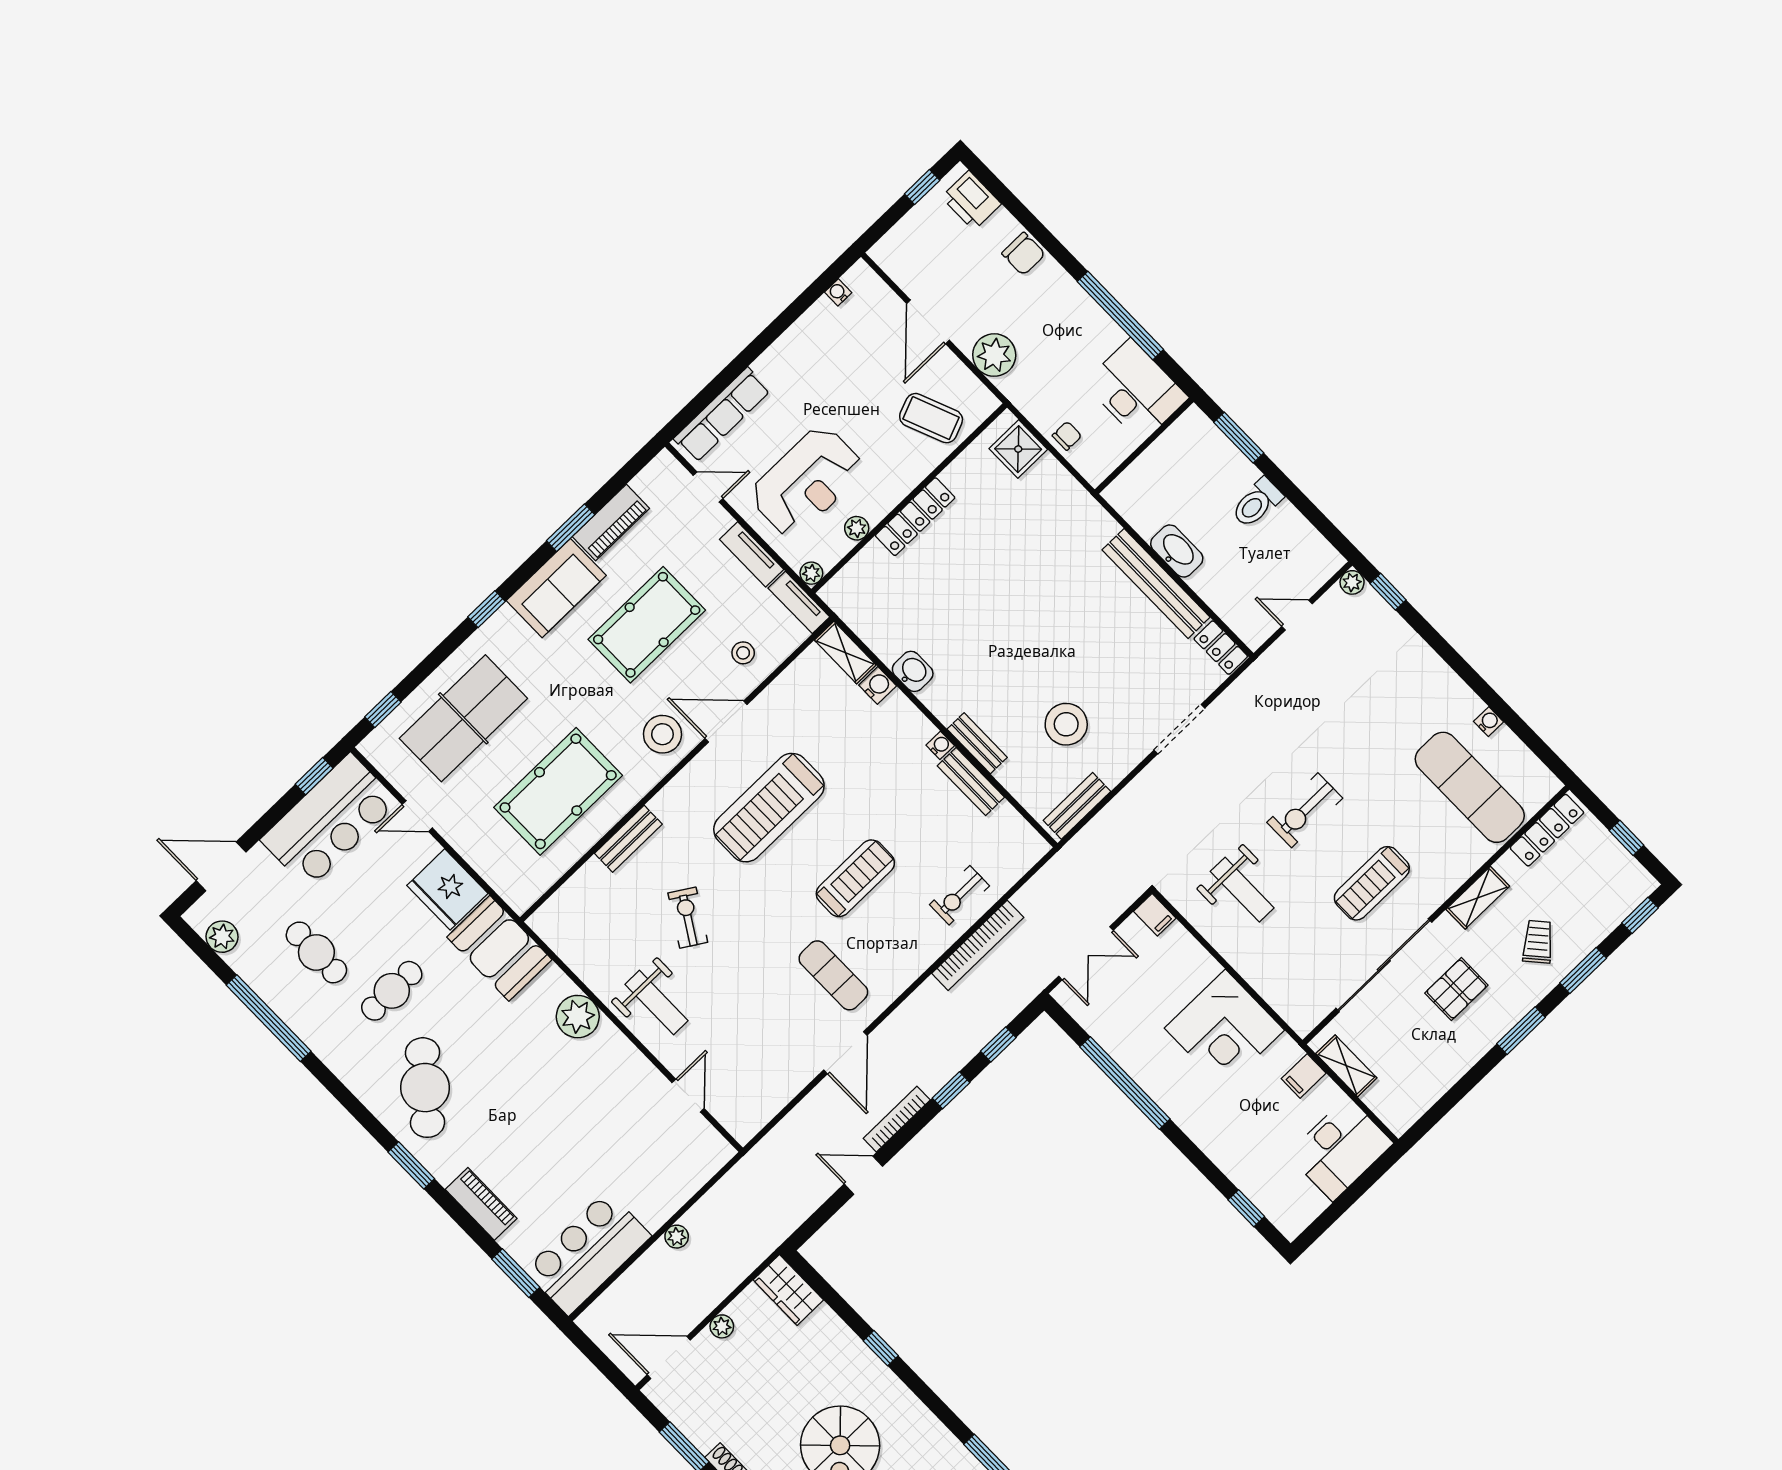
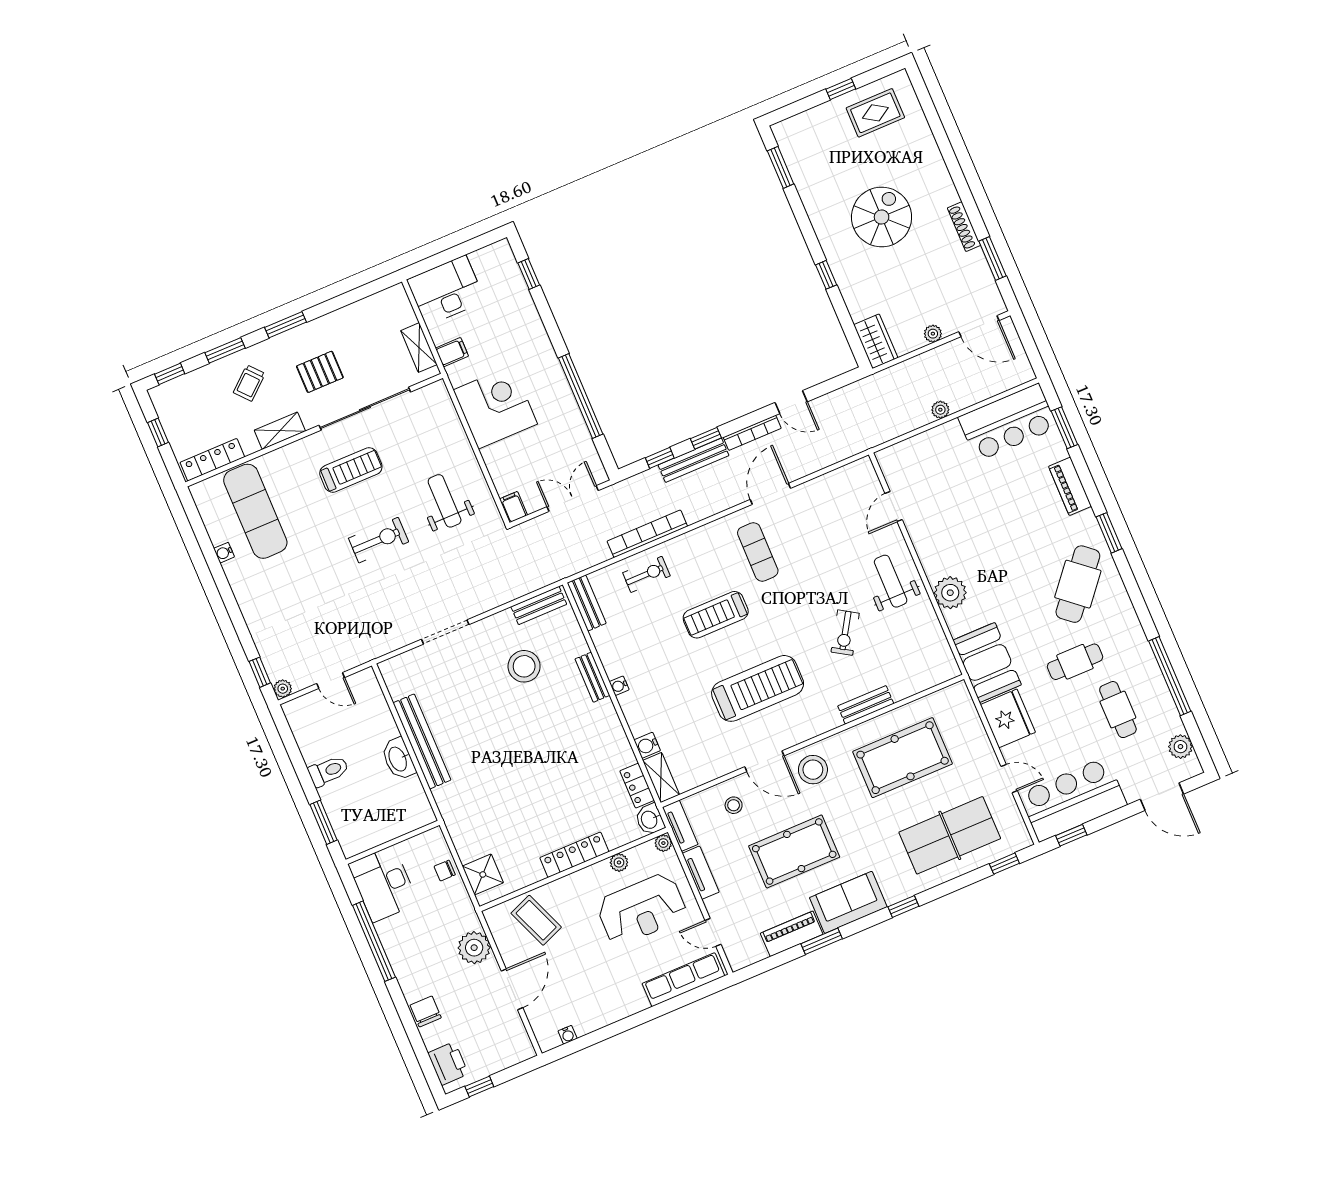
reception desk: (807, 481) -> (642, 909), turned 180
locker: (1221, 648) -> (637, 786), moved, turned 180
washbasin: (913, 671) -> (650, 819), moved
bench: (971, 782) -> (587, 603), moved
bench: (956, 1057) -> (693, 460), added

